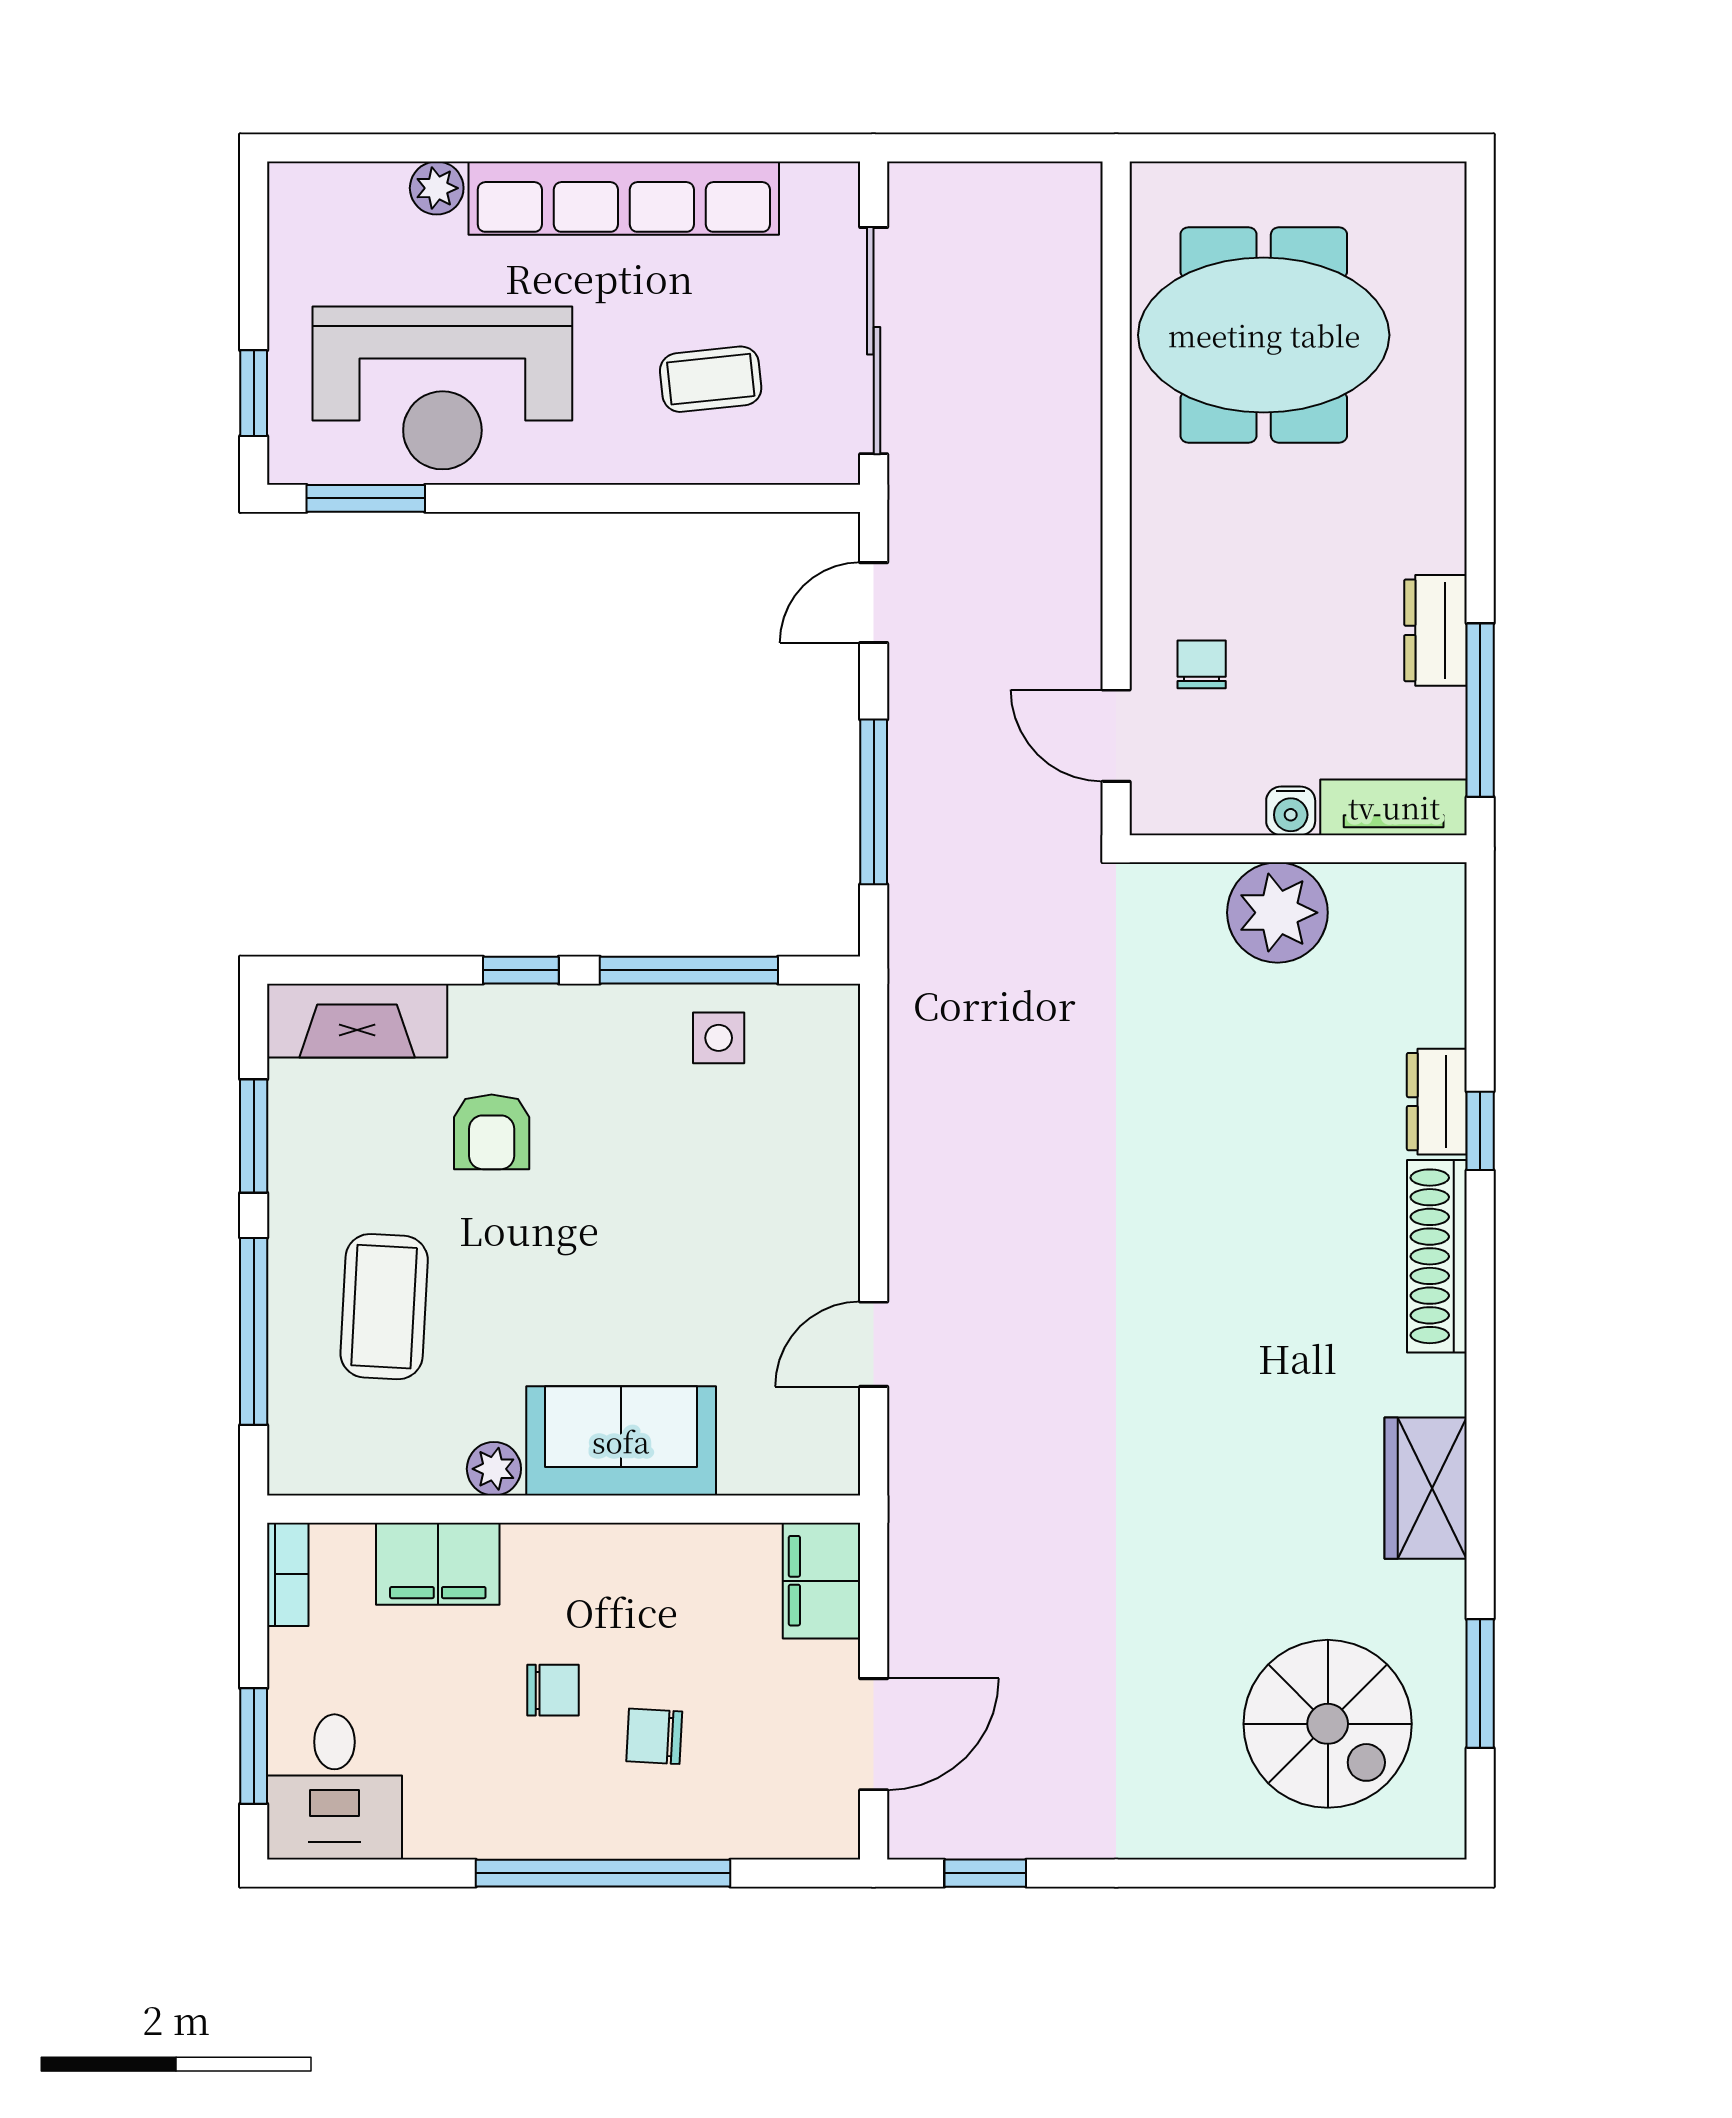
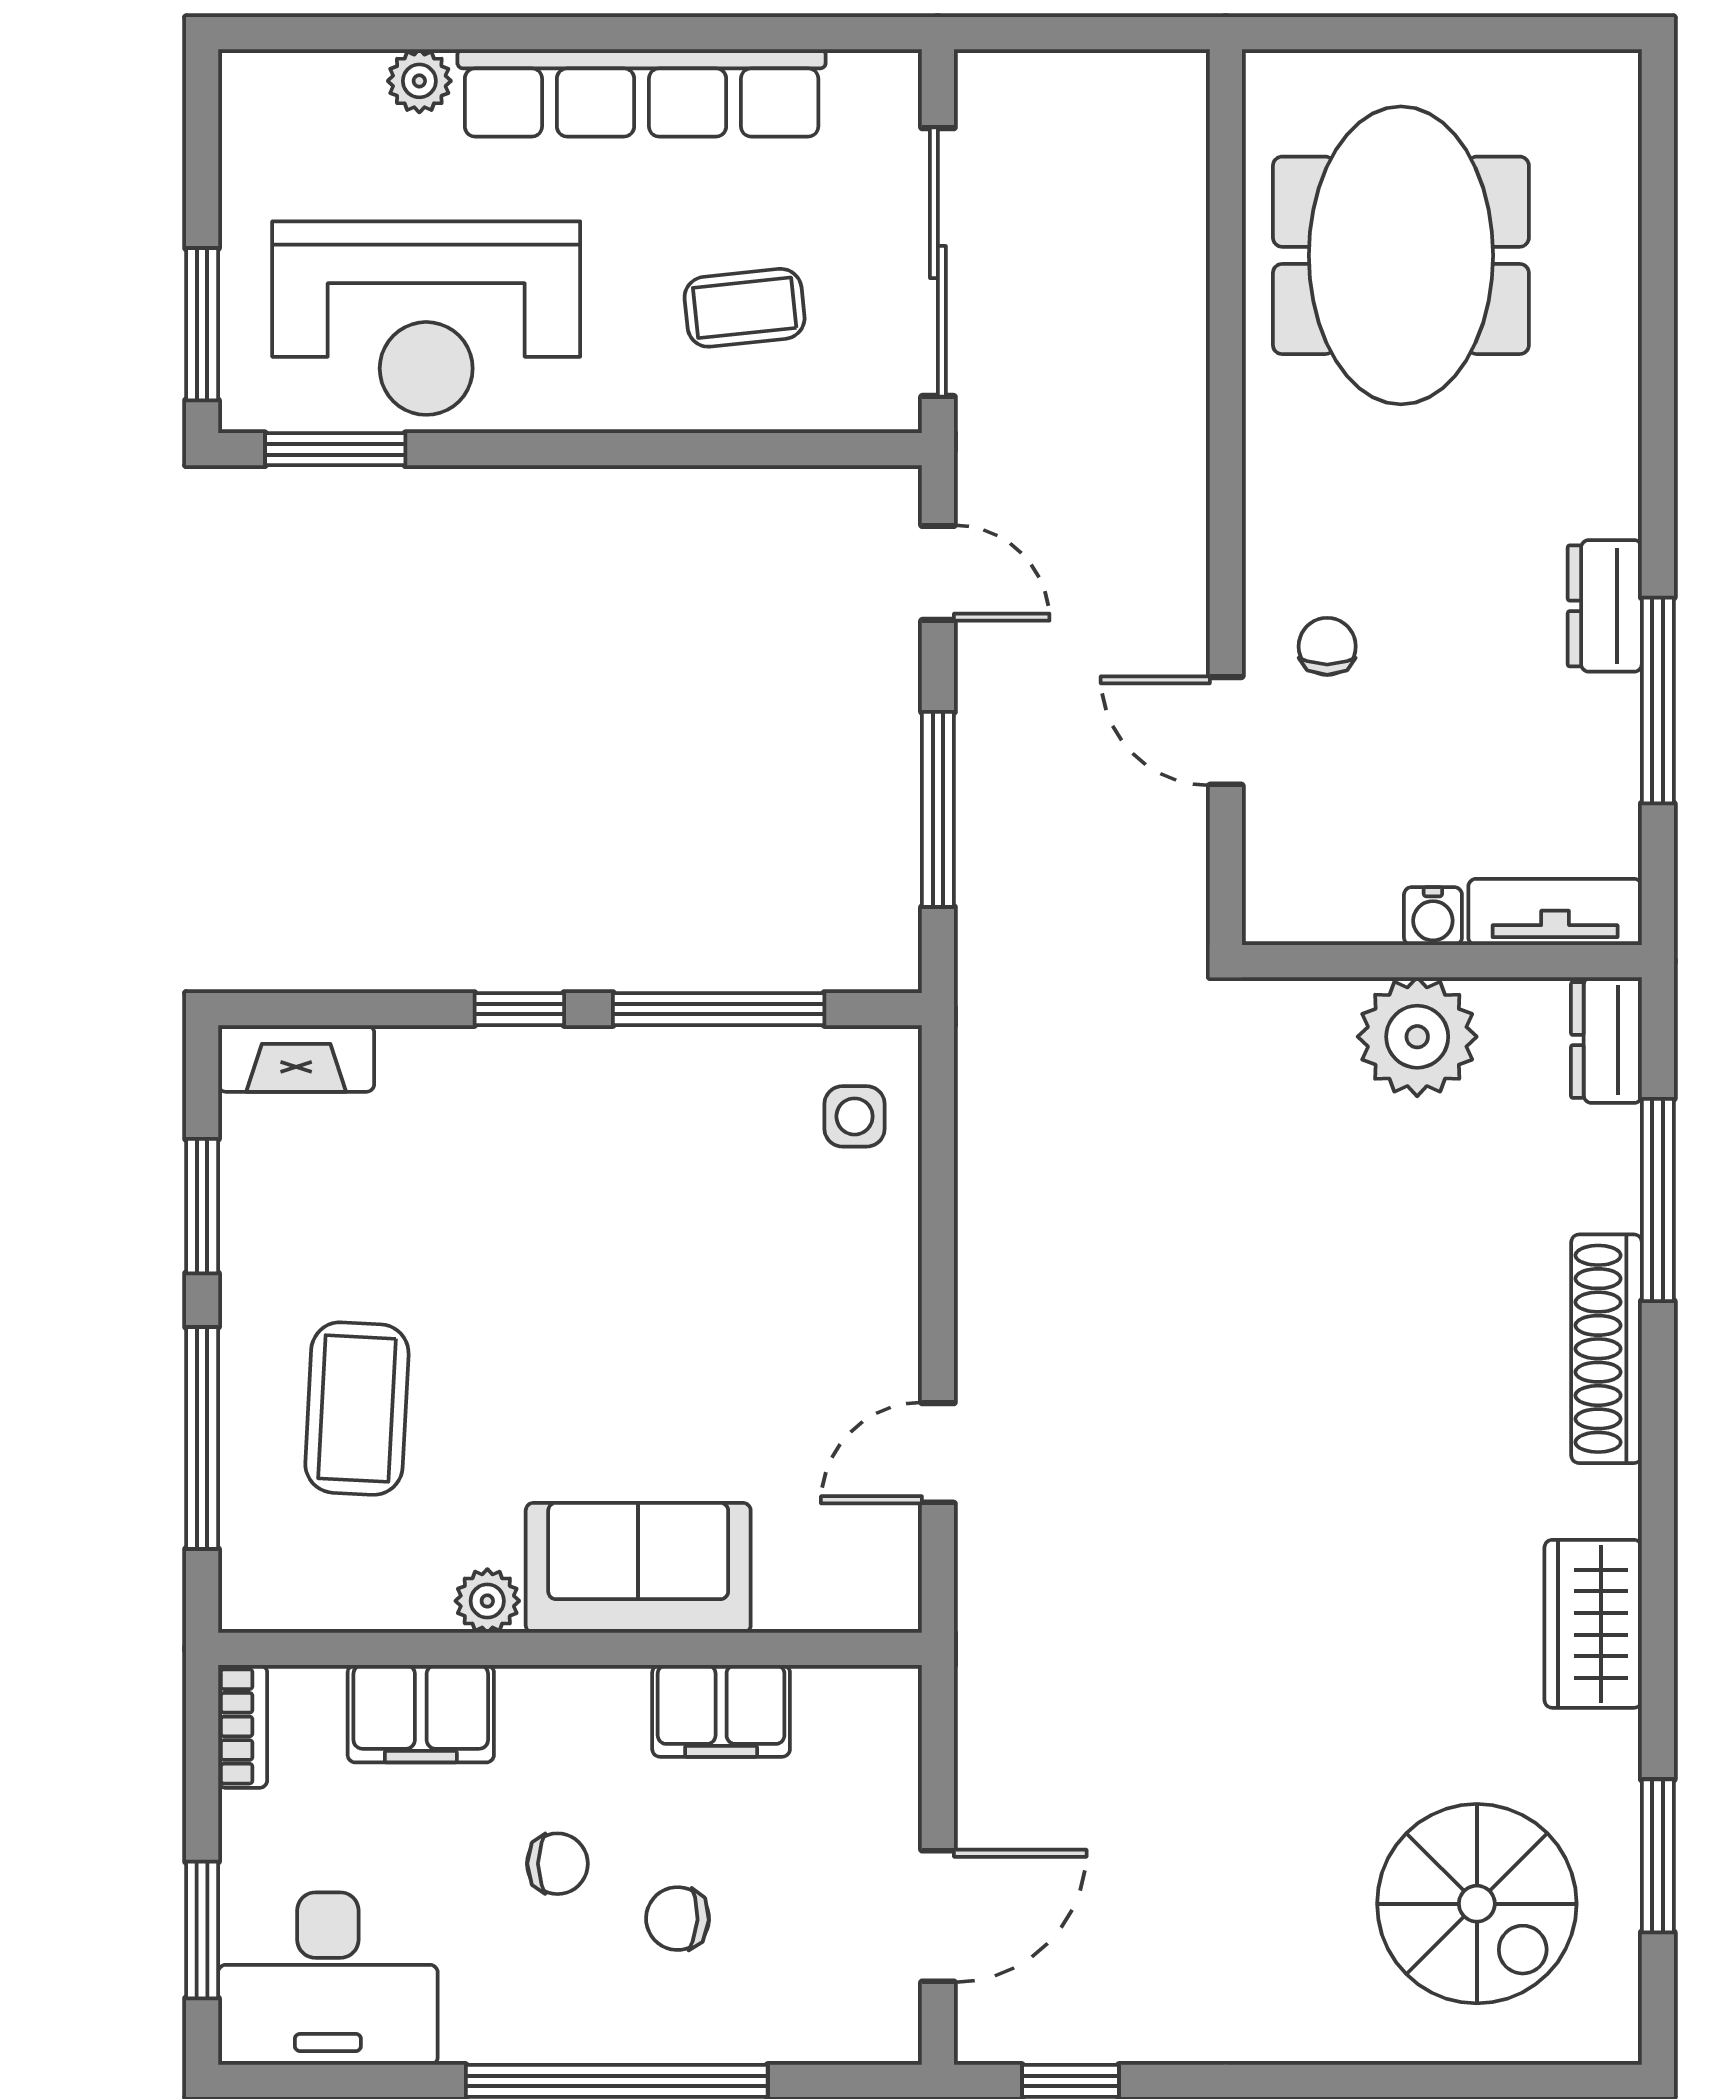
meeting table: (1264, 335) -> (1401, 255), turned 90
window: (254, 393) -> (202, 324), width x1.50
door: (874, 603) -> (938, 573), swing flipped
tv unit: (1394, 807) -> (1555, 912), moved
water cooler: (1291, 811) -> (1433, 916), moved
wall: (1298, 849) -> (1442, 961), moved
plant: (1277, 913) -> (1417, 1037), moved
fireplace: (357, 1021) -> (296, 1058), width x0.73, depth x0.76
side table: (719, 1038) -> (855, 1116), moved
dresser: (1437, 1102) -> (1606, 1040), moved
window: (1480, 1131) -> (1658, 1200), width x2.17
armchair: (492, 1132) -> (485, 1201), removed
filing cabinet: (821, 1581) -> (721, 1711), moved, turned -90
desk: (334, 1787) -> (328, 1979), width x1.37

